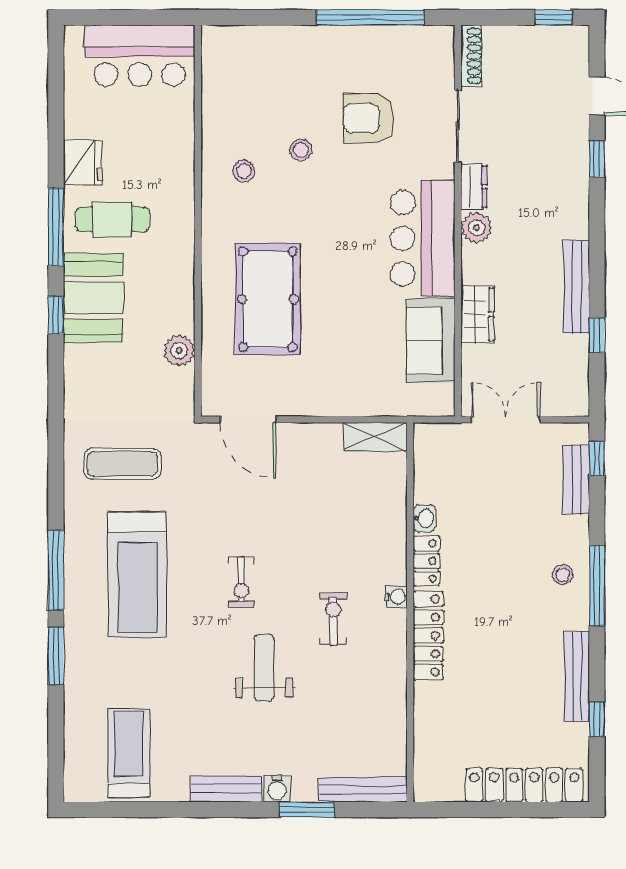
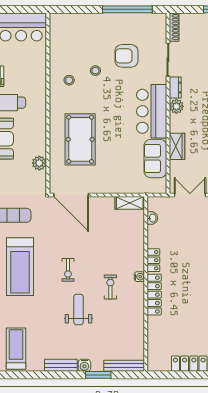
door: (248, 420) -> (71, 195), width x1.36
washbasin: (424, 518) -> (152, 218), moved

